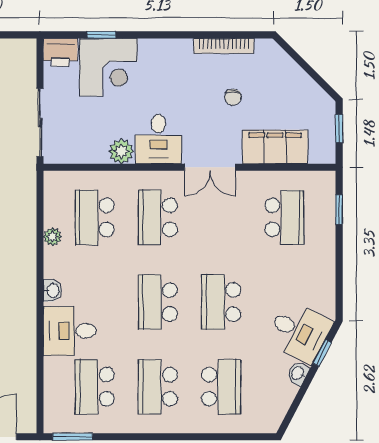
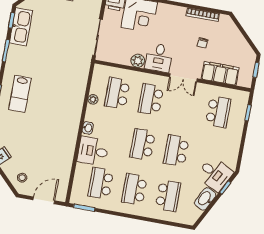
washbasin: (298, 373) -> (205, 199), width x1.91, depth x1.45

